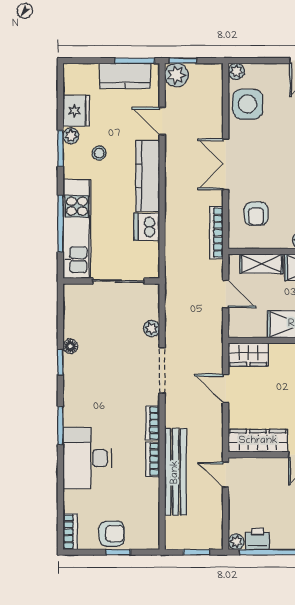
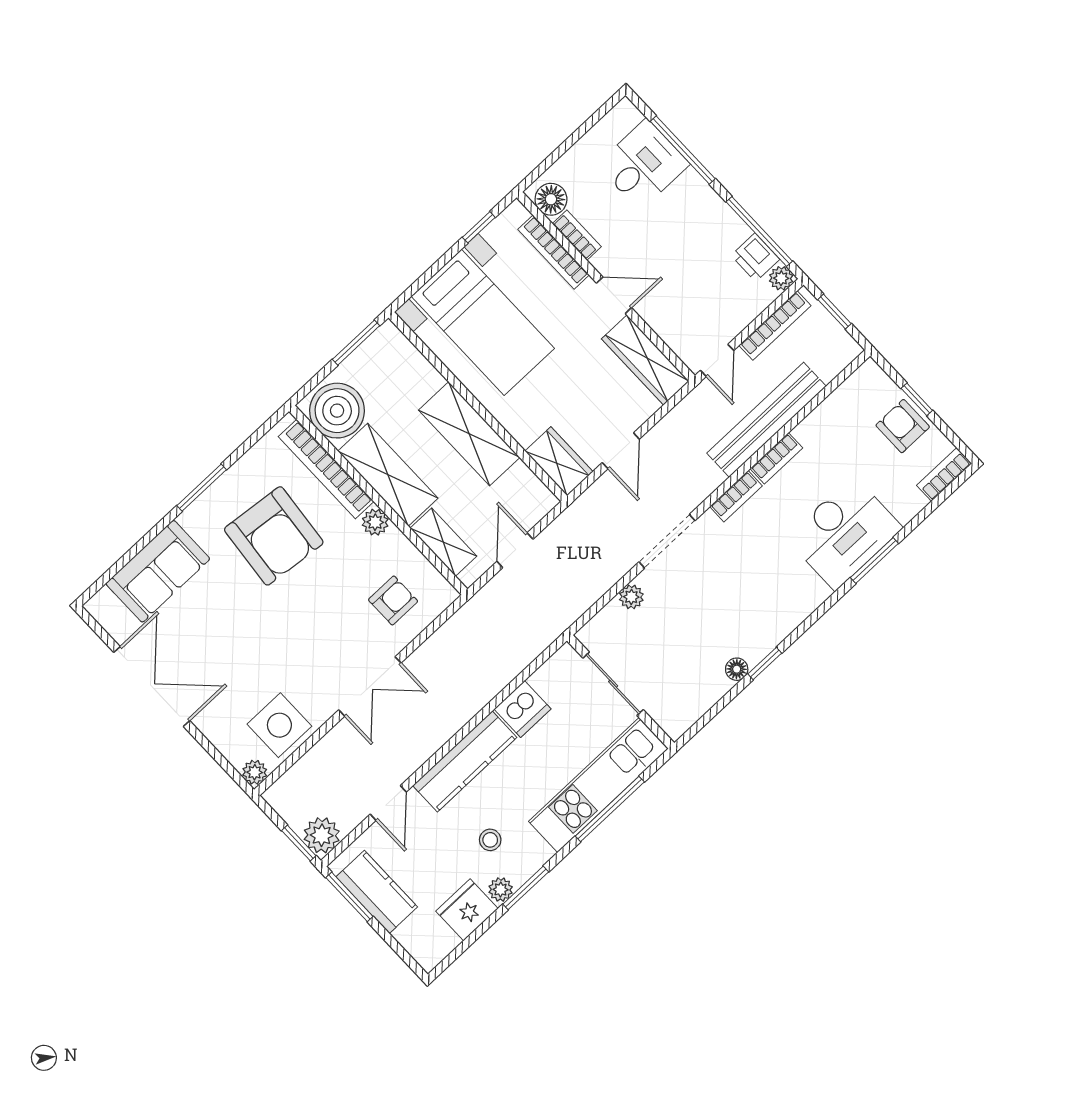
bookcase: (216, 233) -> (775, 325), moved
window: (60, 426) -> (874, 560), moved

